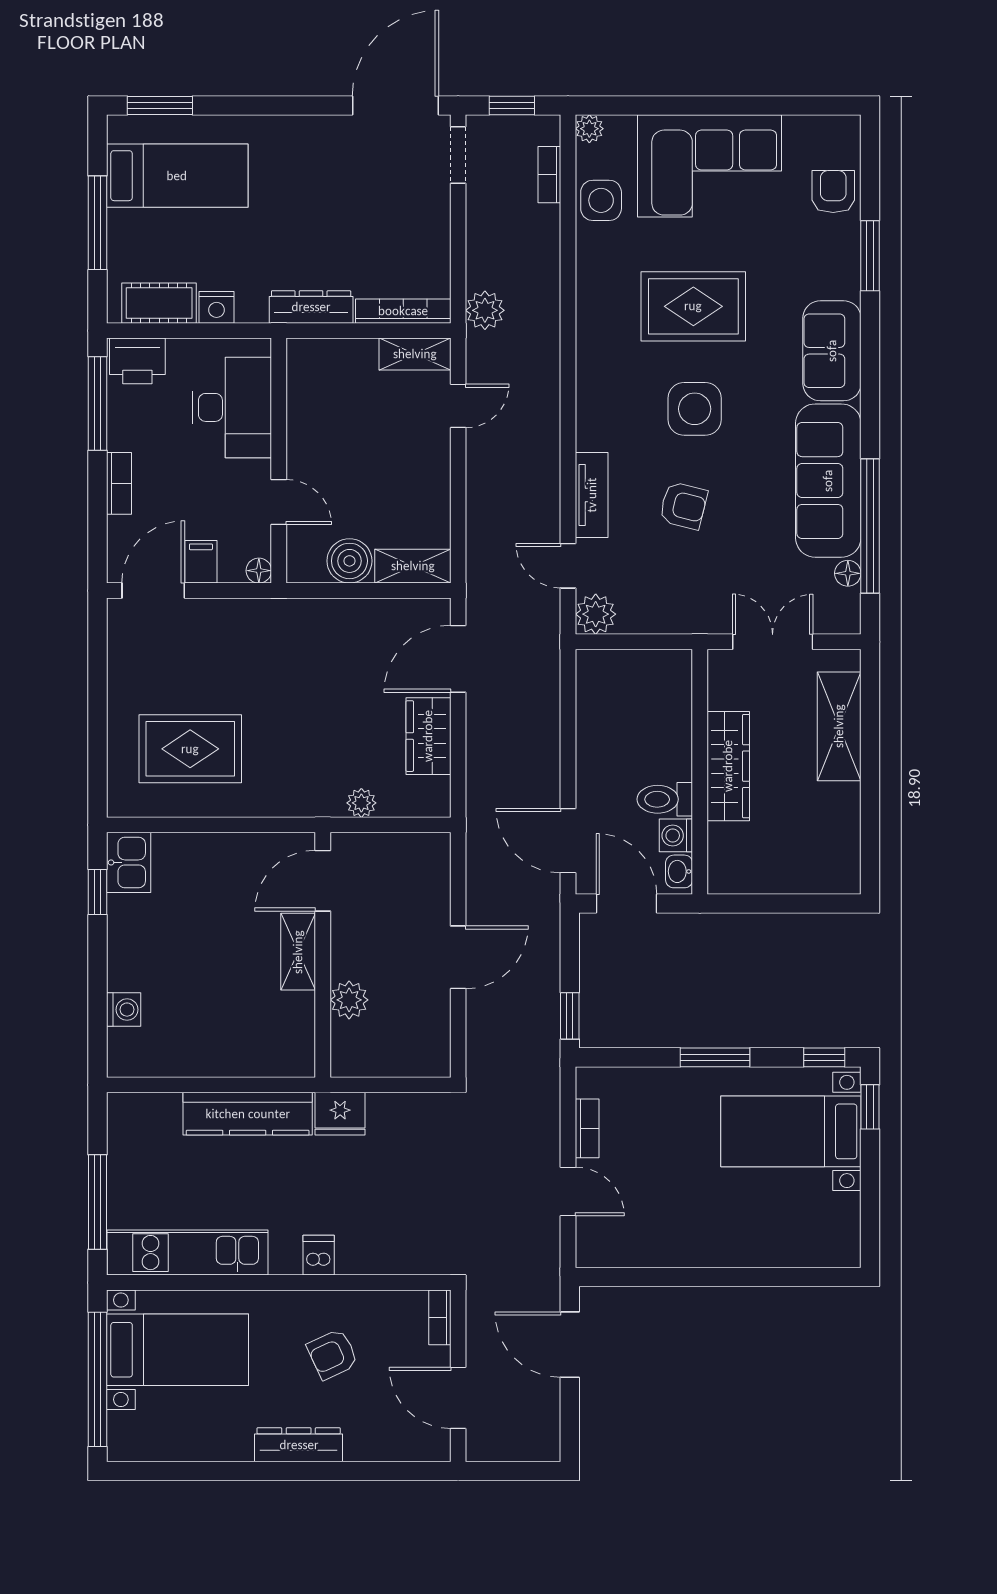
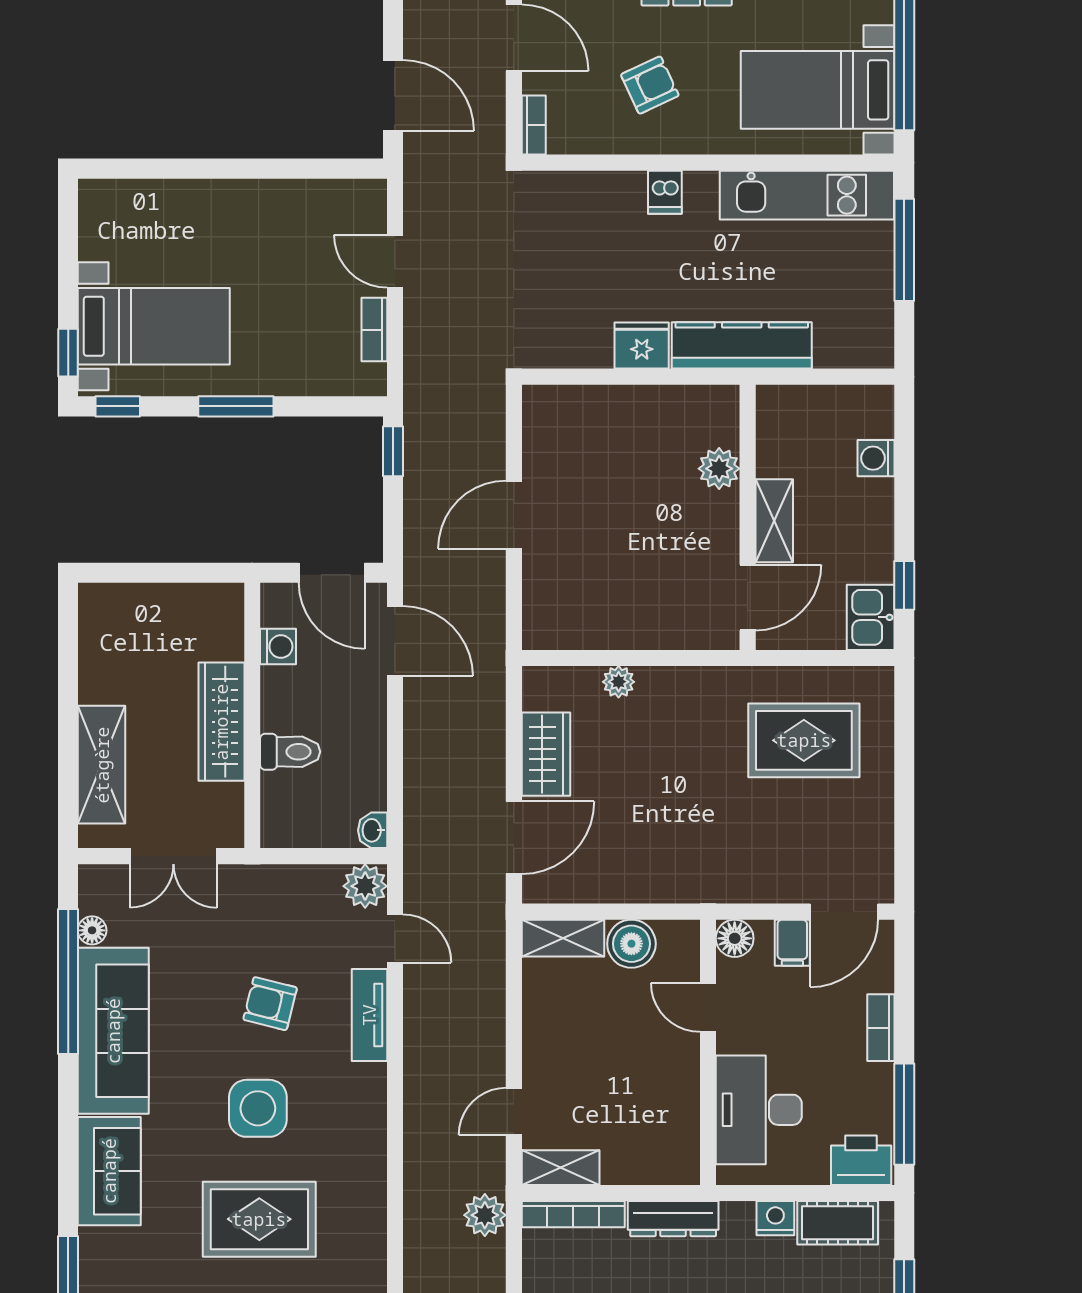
floor lamp: (259, 571) -> (735, 938), width x1.37, depth x1.37
toilet: (665, 799) -> (290, 752), moved
washbasin: (679, 871) -> (373, 830), moved, turned 180
door: (323, 881) -> (748, 598), moved
shelving: (298, 952) -> (774, 521), moved
wall: (323, 955) -> (748, 517), moved
plant: (349, 1000) -> (719, 469), moved

